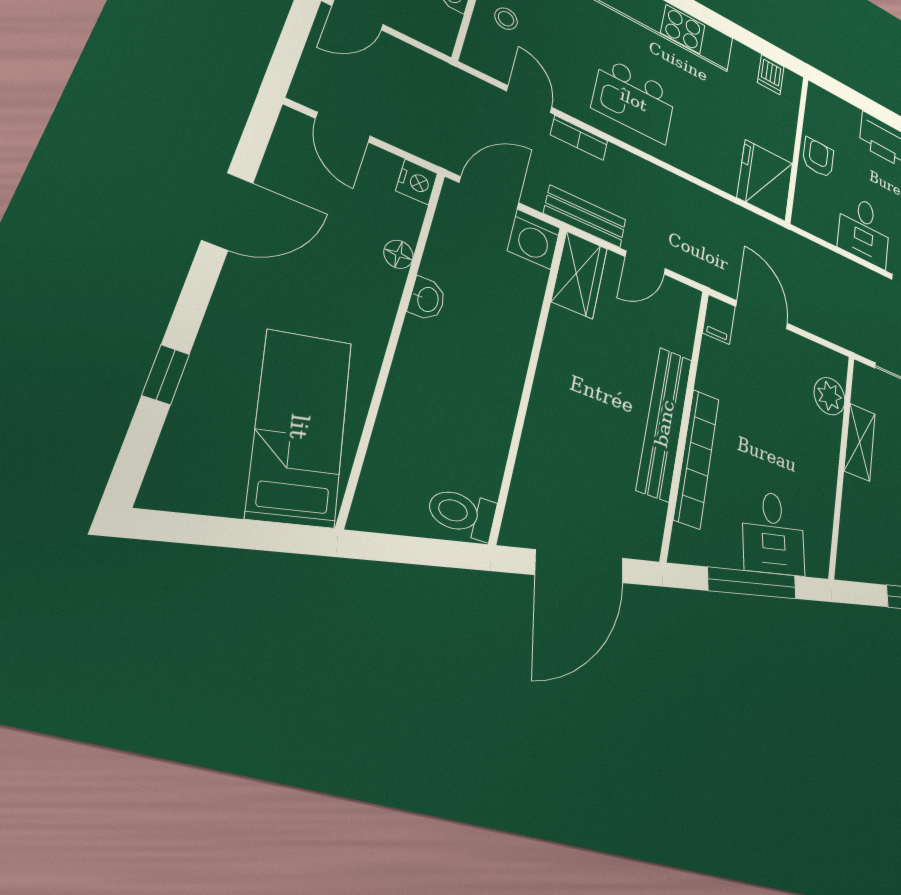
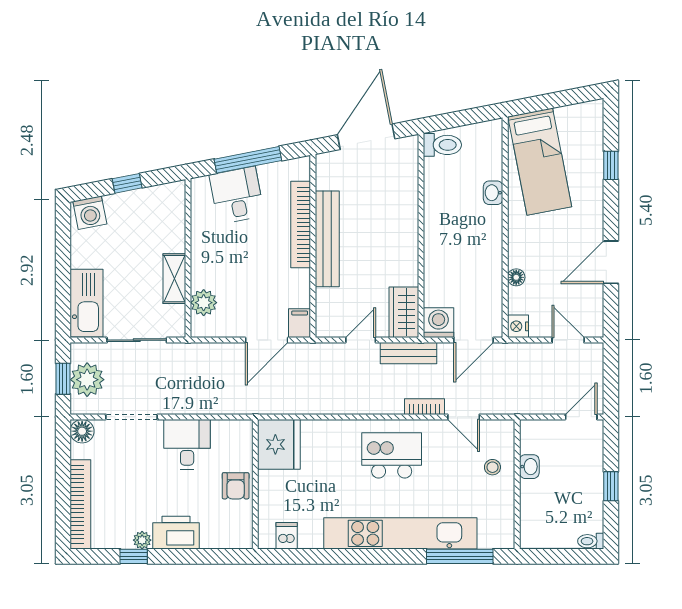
washbasin: (427, 299) -> (493, 193), moved
door: (762, 315) -> (267, 340), hinge flipped

